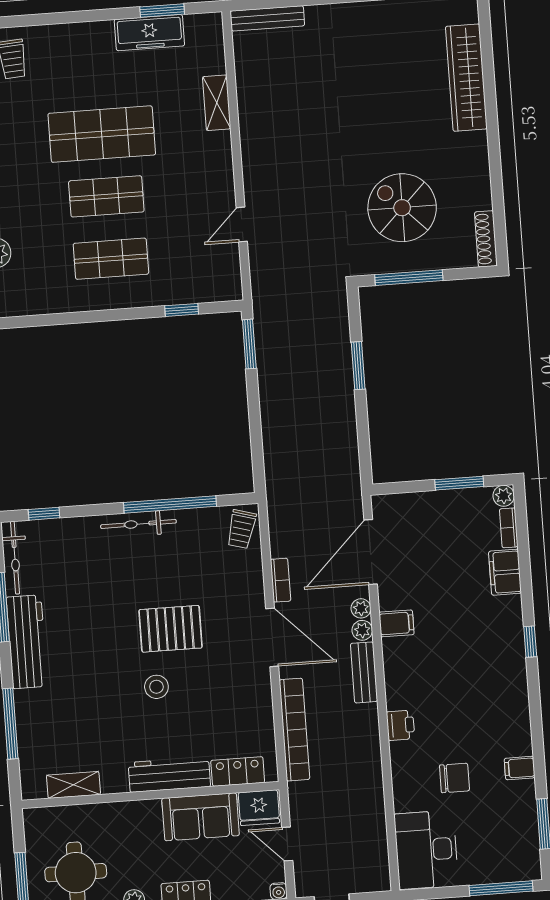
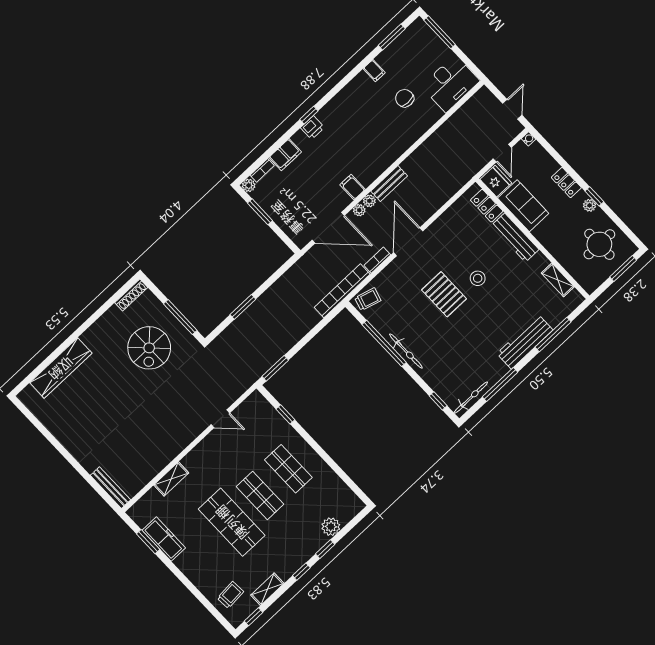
workbench: (27, 642) -> (525, 342), moved
printer: (400, 725) -> (312, 128), moved, turned 180
bookcase: (294, 730) -> (342, 291), moved

